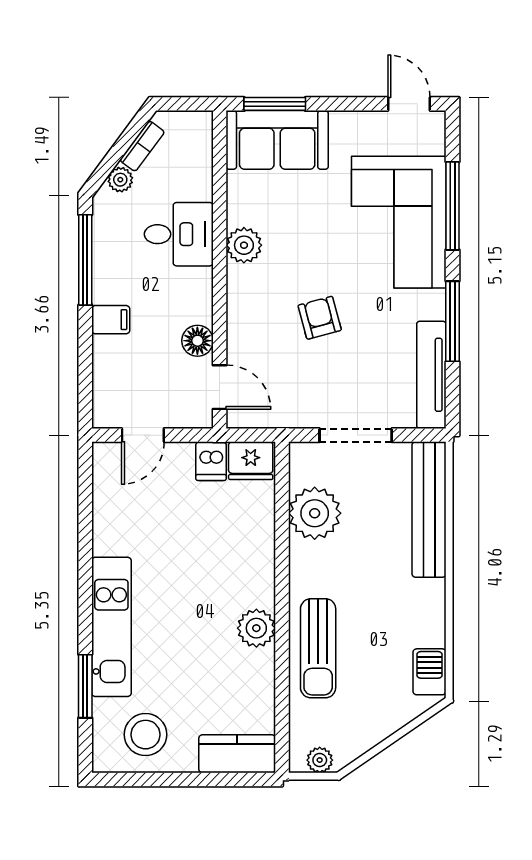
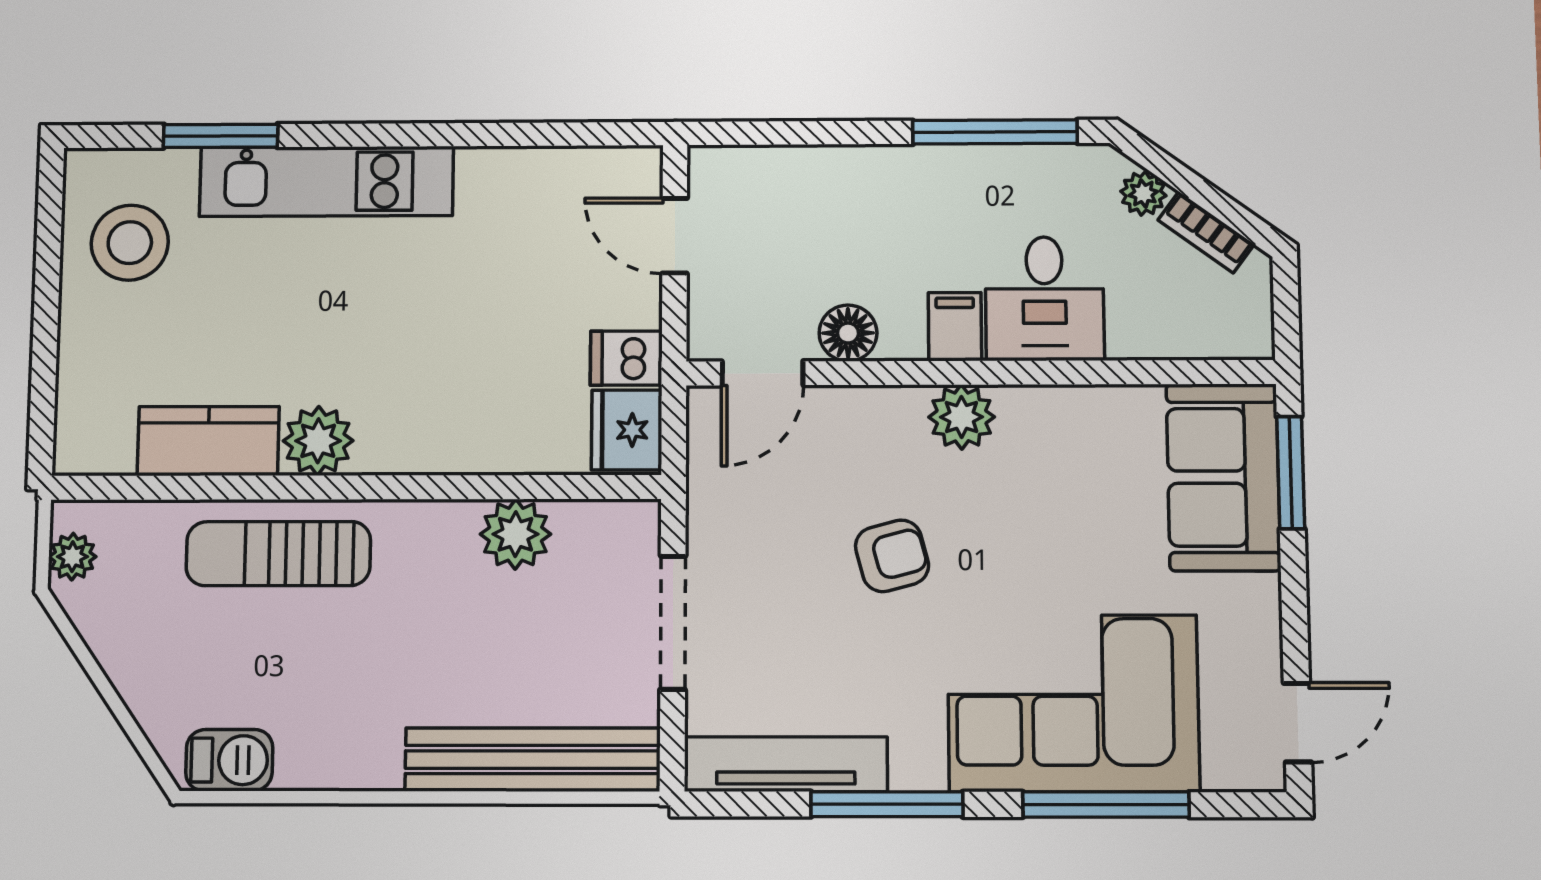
plant: (244, 245) -> (962, 417), moved
filing cabinet: (111, 320) -> (955, 327), moved, turned 180
plant: (315, 513) -> (515, 534), width x0.73, depth x0.73
kitchen counter: (237, 754) -> (208, 441), moved, turned -90

